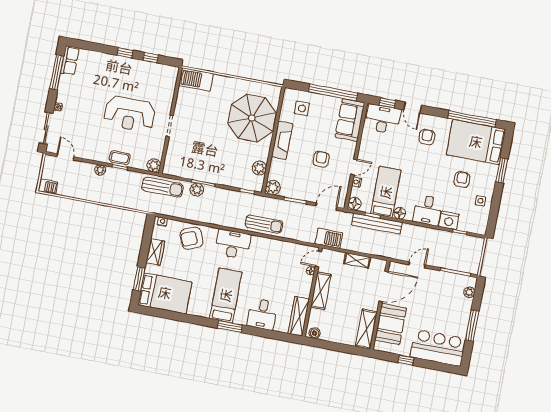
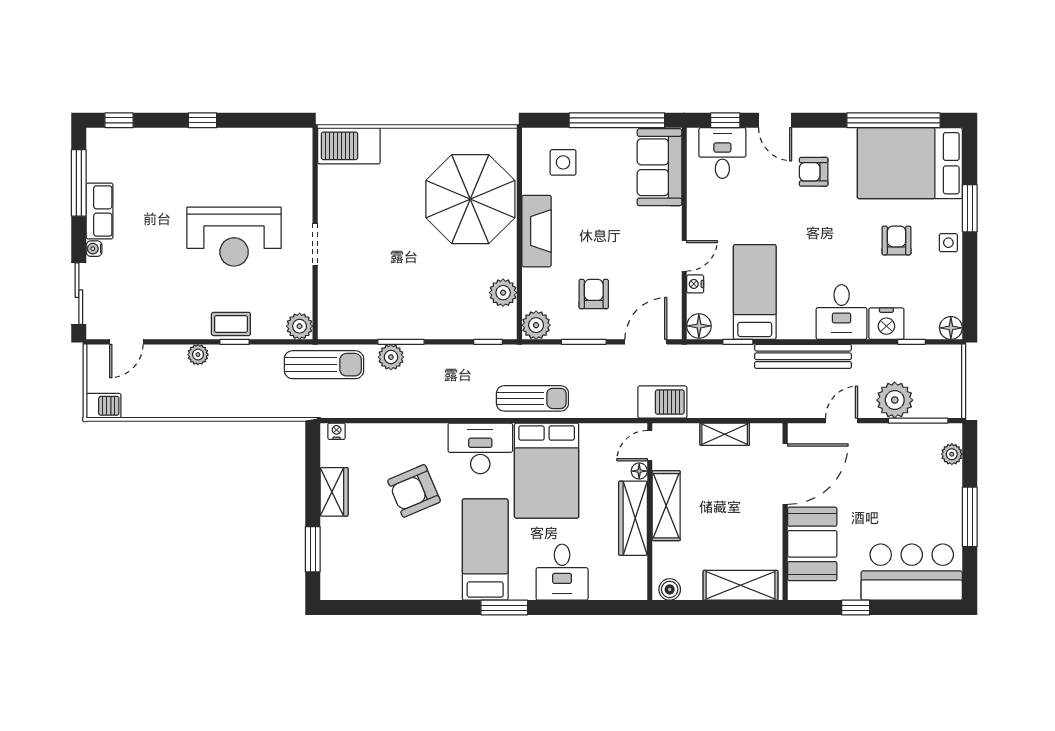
window: (151, 58) -> (119, 120), moved
row of seats: (70, 61) -> (100, 211), moved
desk: (383, 119) -> (722, 153), width x0.73
armchair: (427, 137) -> (814, 172), turned -90
door: (65, 157) -> (126, 342), swing flipped
armchair: (321, 159) -> (594, 294), moved
side table: (481, 201) -> (948, 243), moved
floor lamp: (400, 213) -> (951, 328), moved
bench: (377, 224) -> (803, 356), moved
armchair: (192, 238) -> (414, 491), moved
plant: (446, 260) -> (895, 400), added
bed: (165, 293) -> (547, 471), moved, turned 90
wardrobe: (299, 316) -> (633, 518), moved
shelving: (366, 329) -> (741, 585), moved, turned 90

